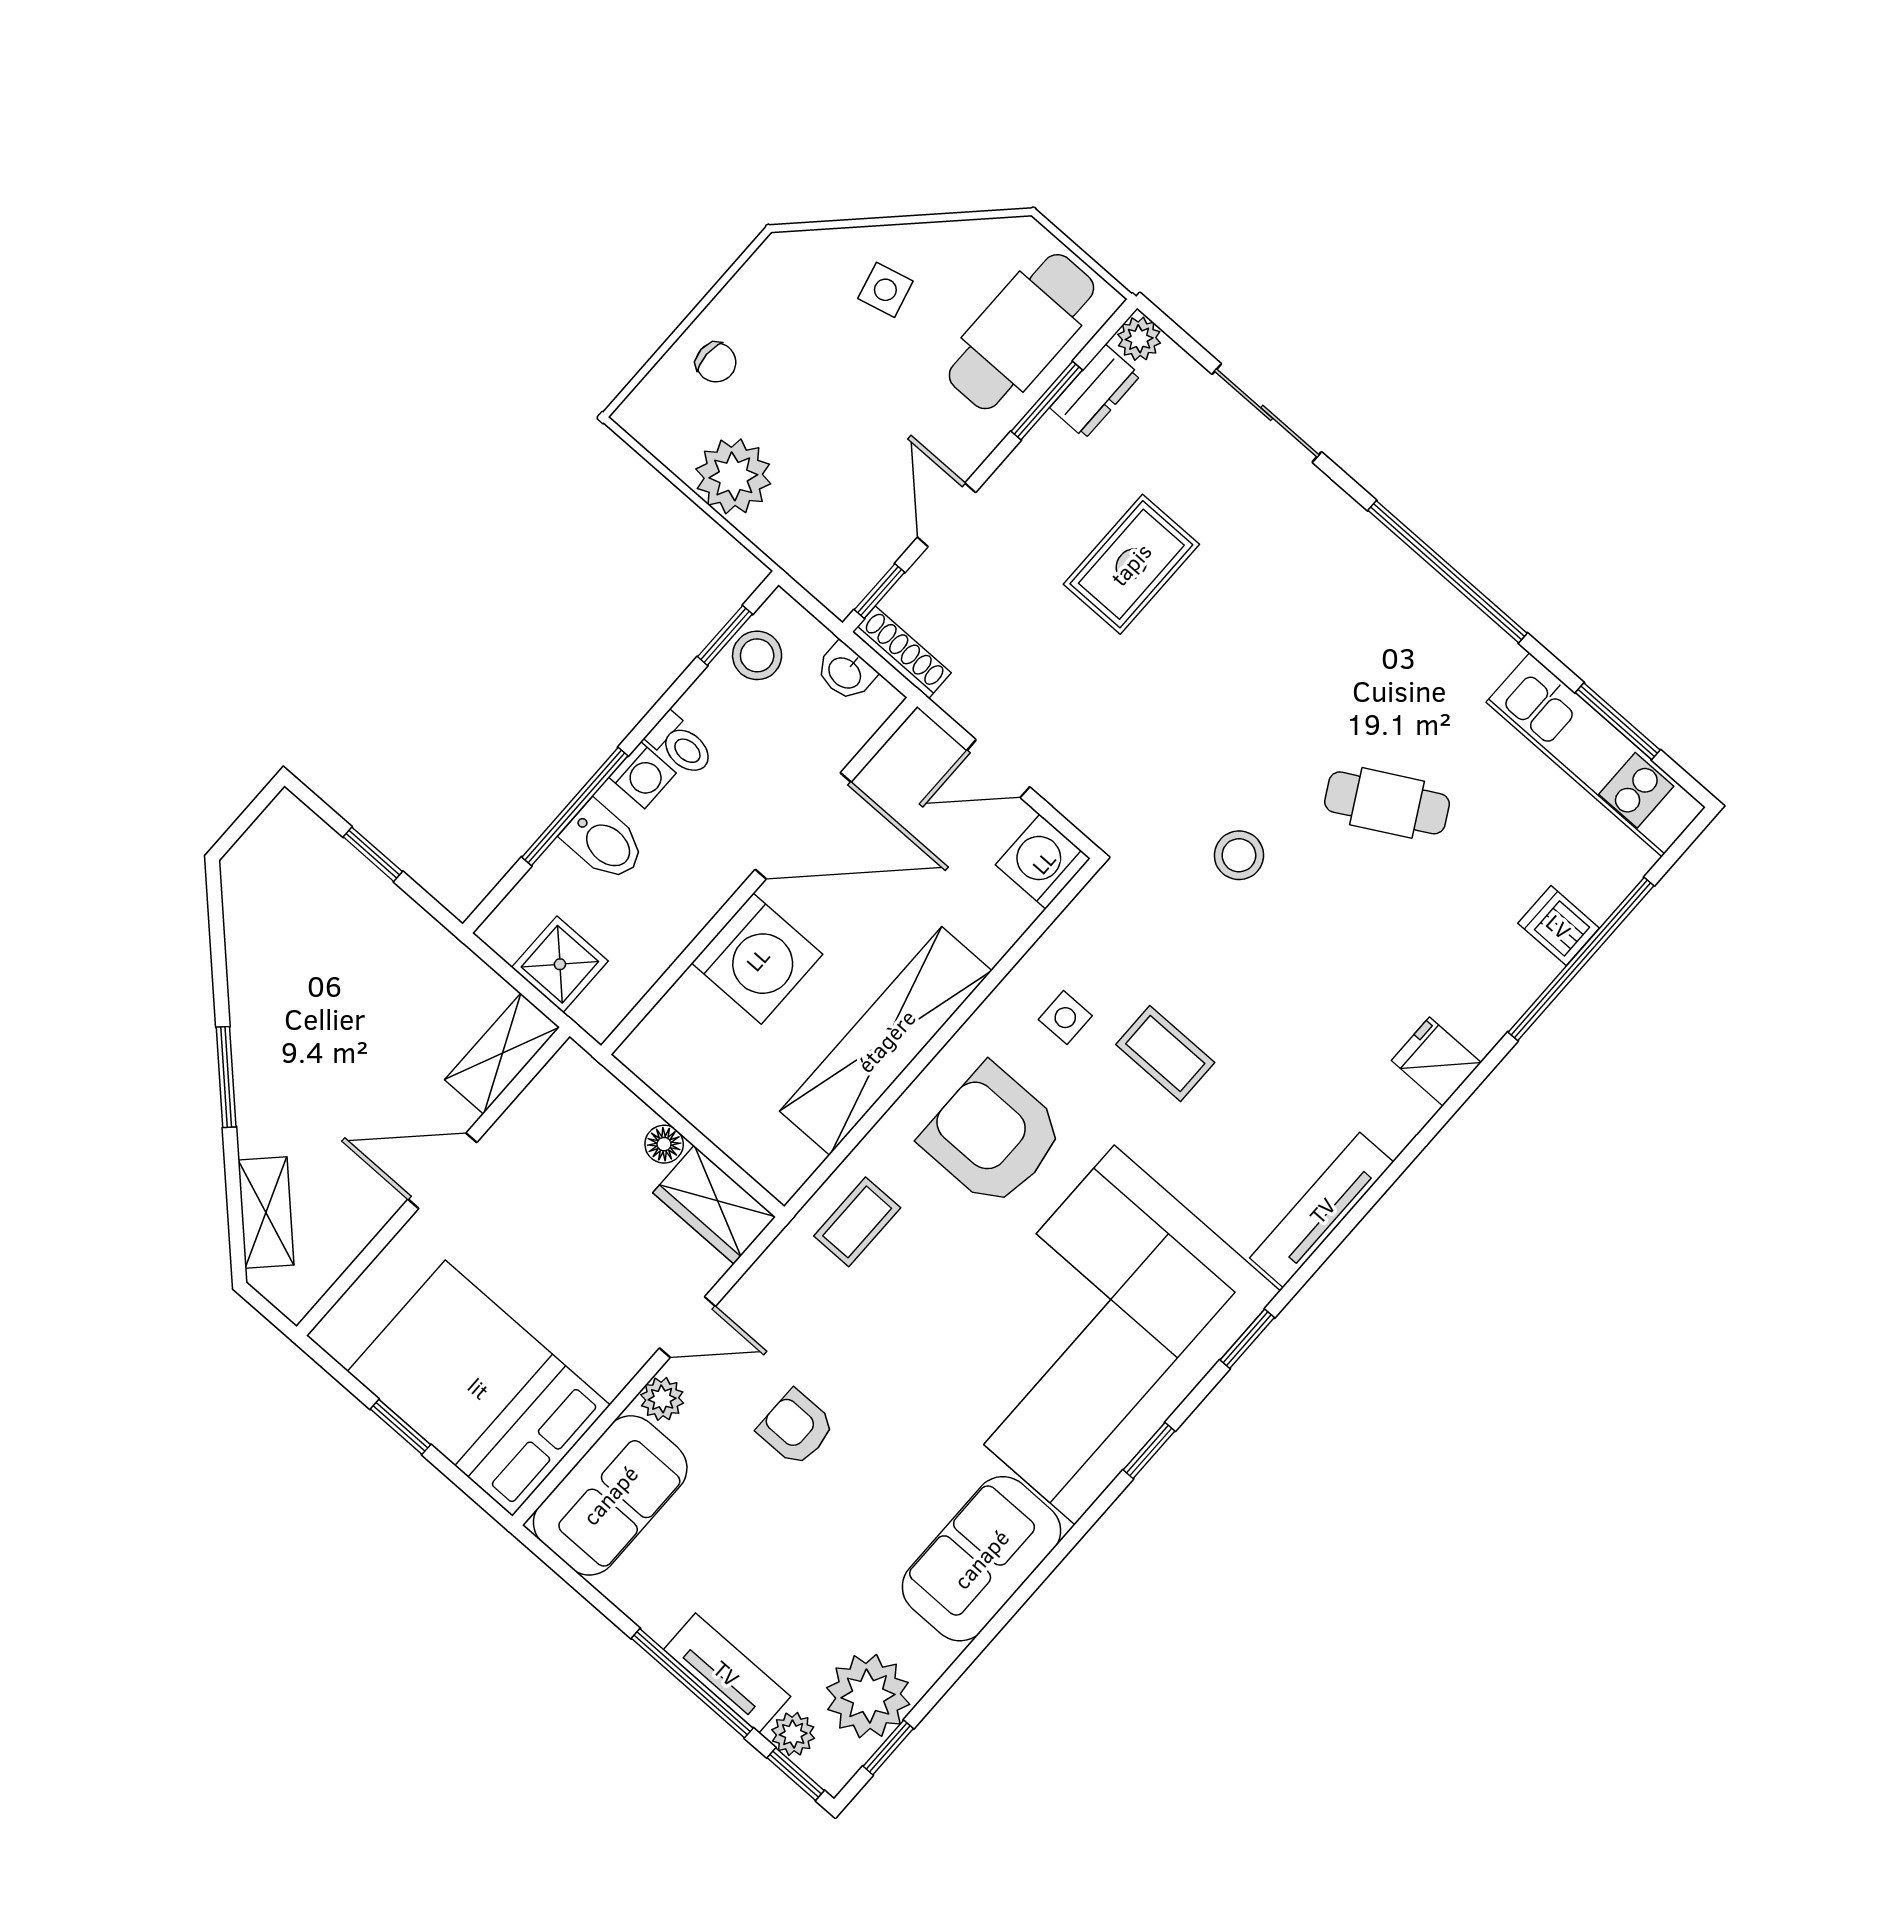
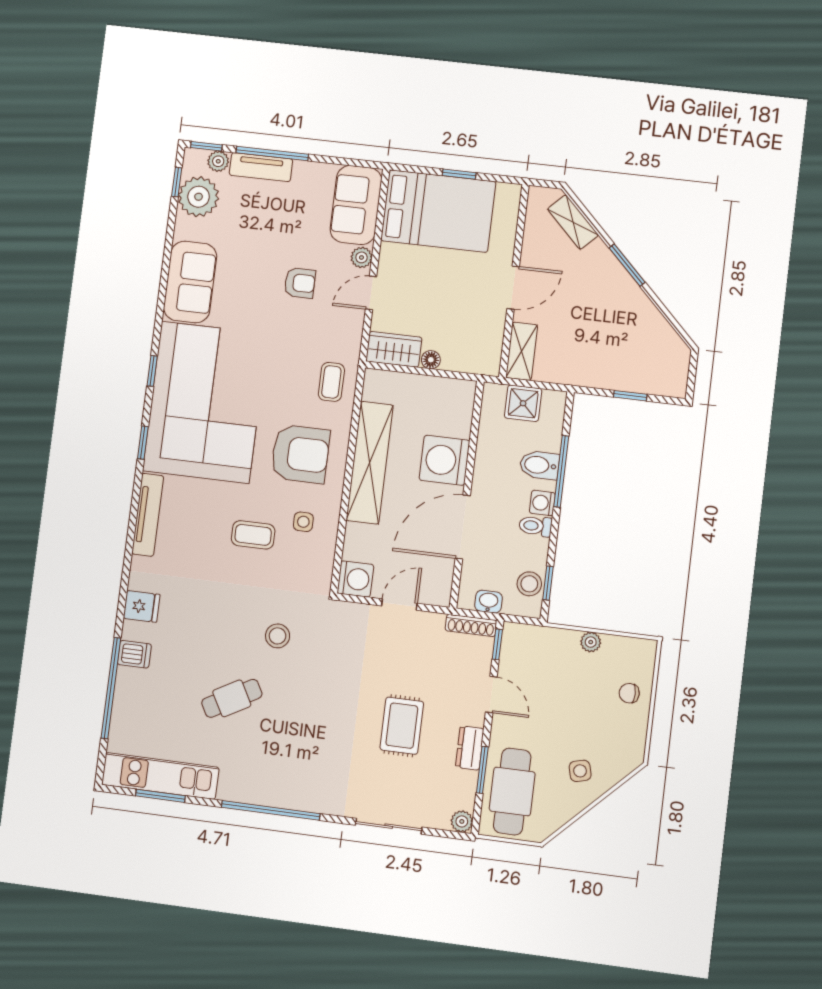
dresser: (1095, 392) -> (470, 748), moved
plant: (733, 476) -> (591, 642), width x0.53, depth x0.53
dishwasher: (1559, 926) -> (134, 654), moved

